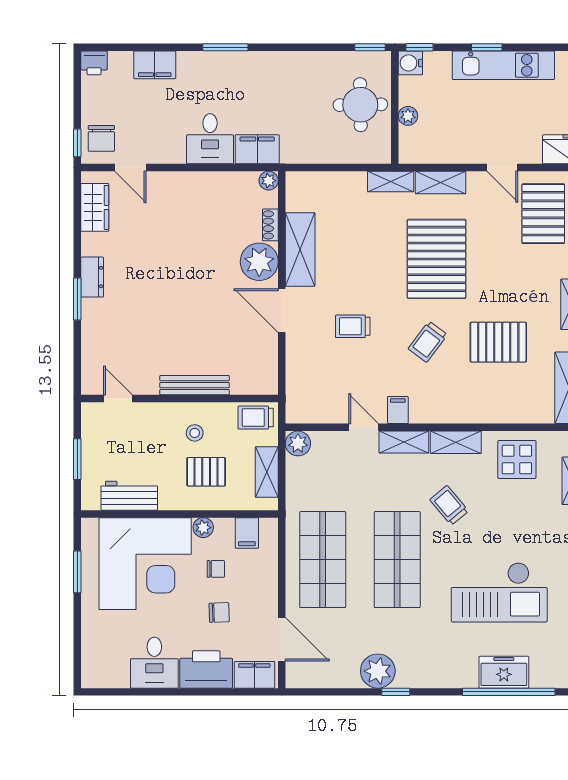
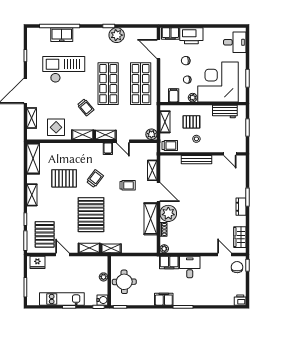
filing cabinet: (155, 65) -> (164, 299), moved
shelving: (296, 360) -> (152, 170), added
desk: (154, 663) -> (235, 42), moved, turned 90

